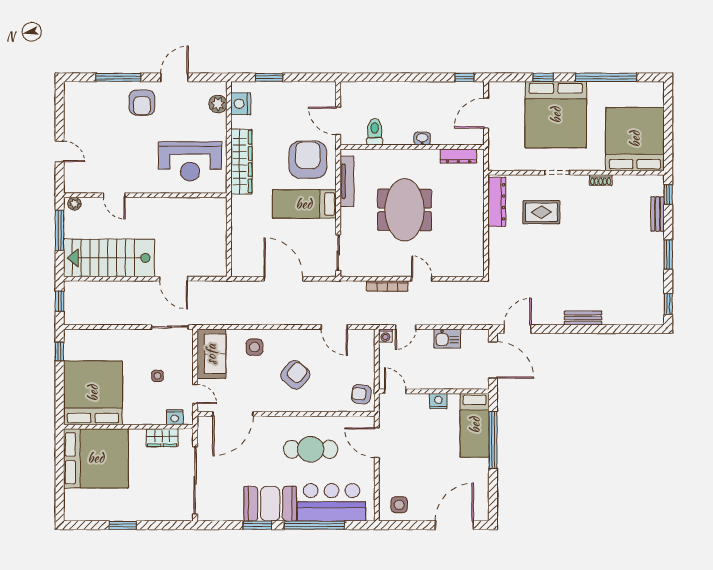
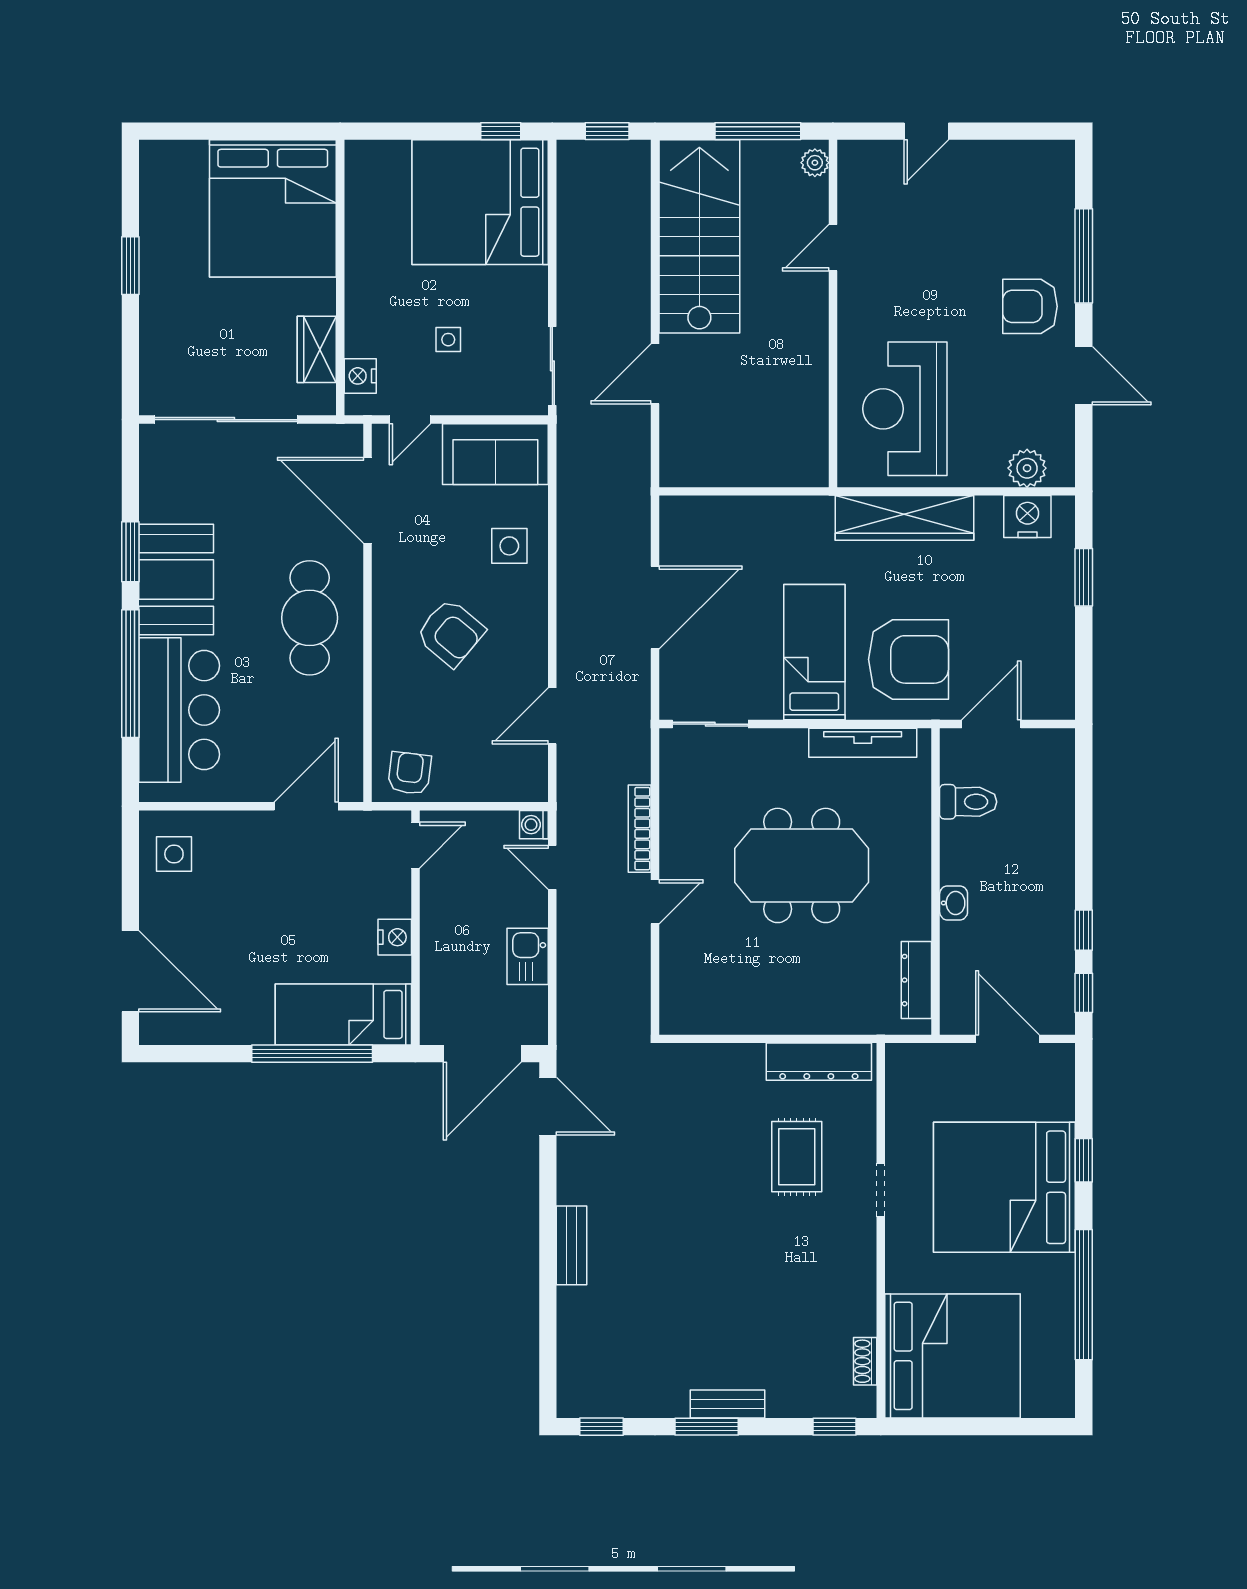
window: (435, 77) -> (1084, 930), added
shoe rack: (601, 180) -> (865, 1361), moved
bench: (658, 214) -> (728, 1404), moved
bed: (93, 393) -> (480, 202), moved, turned 180
cafe table: (311, 449) -> (310, 618), moved

